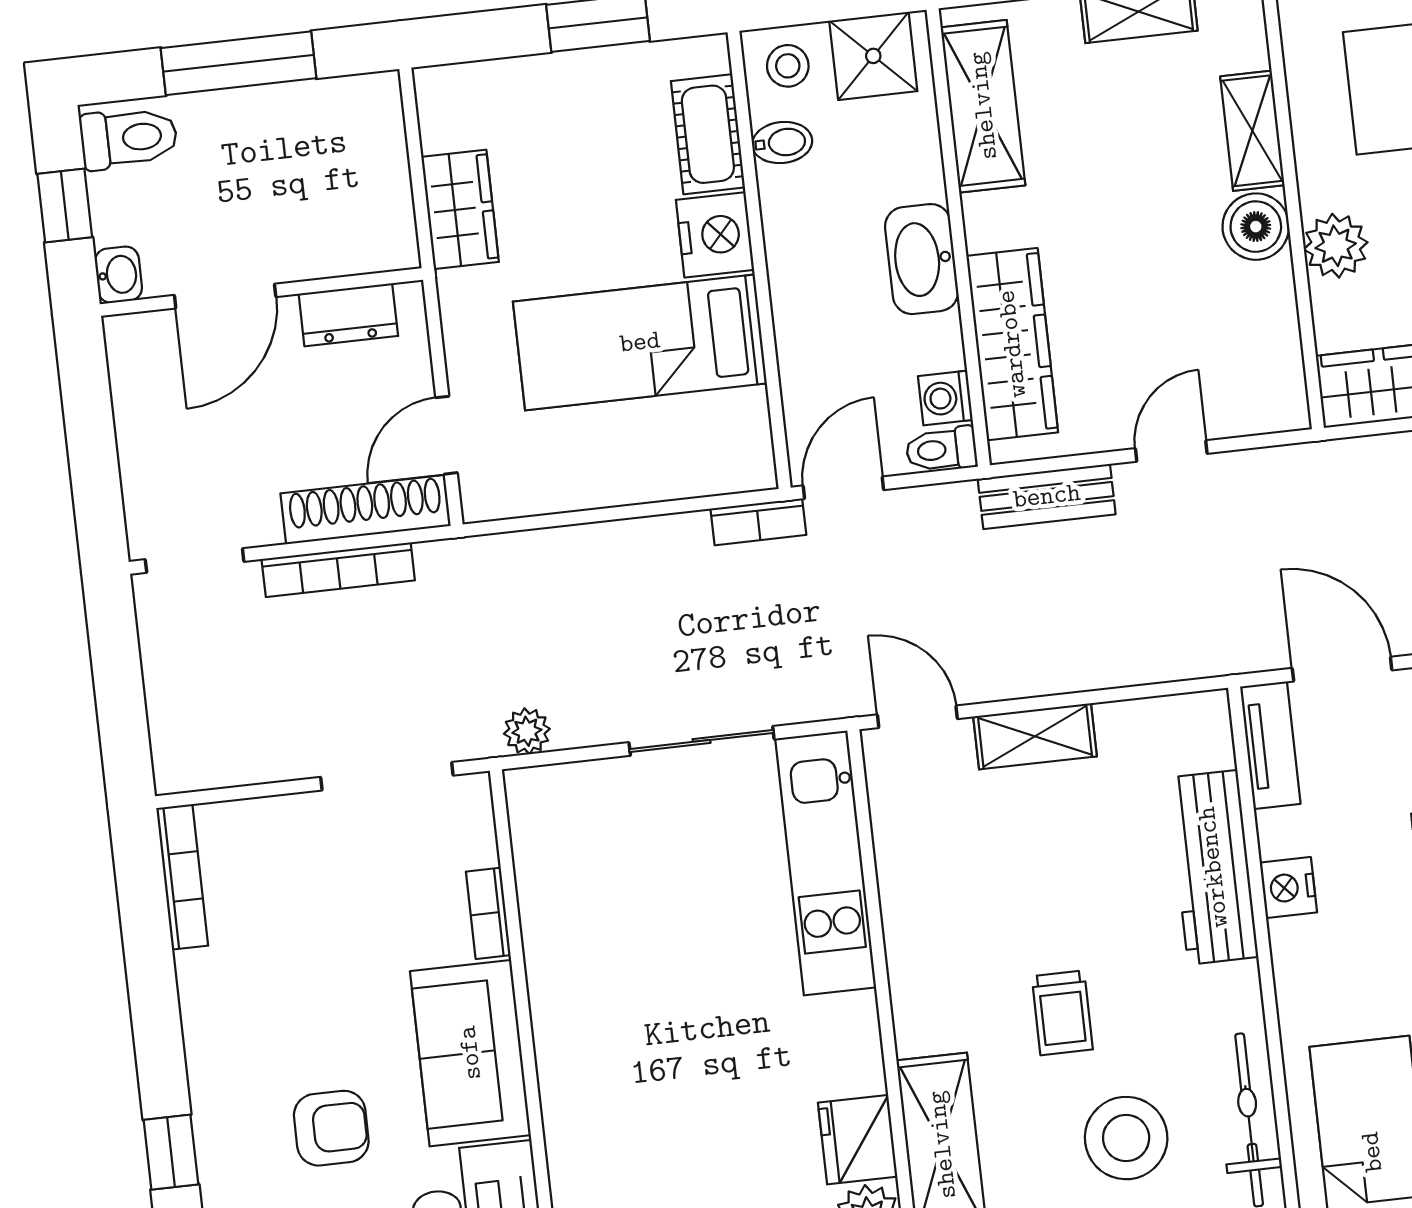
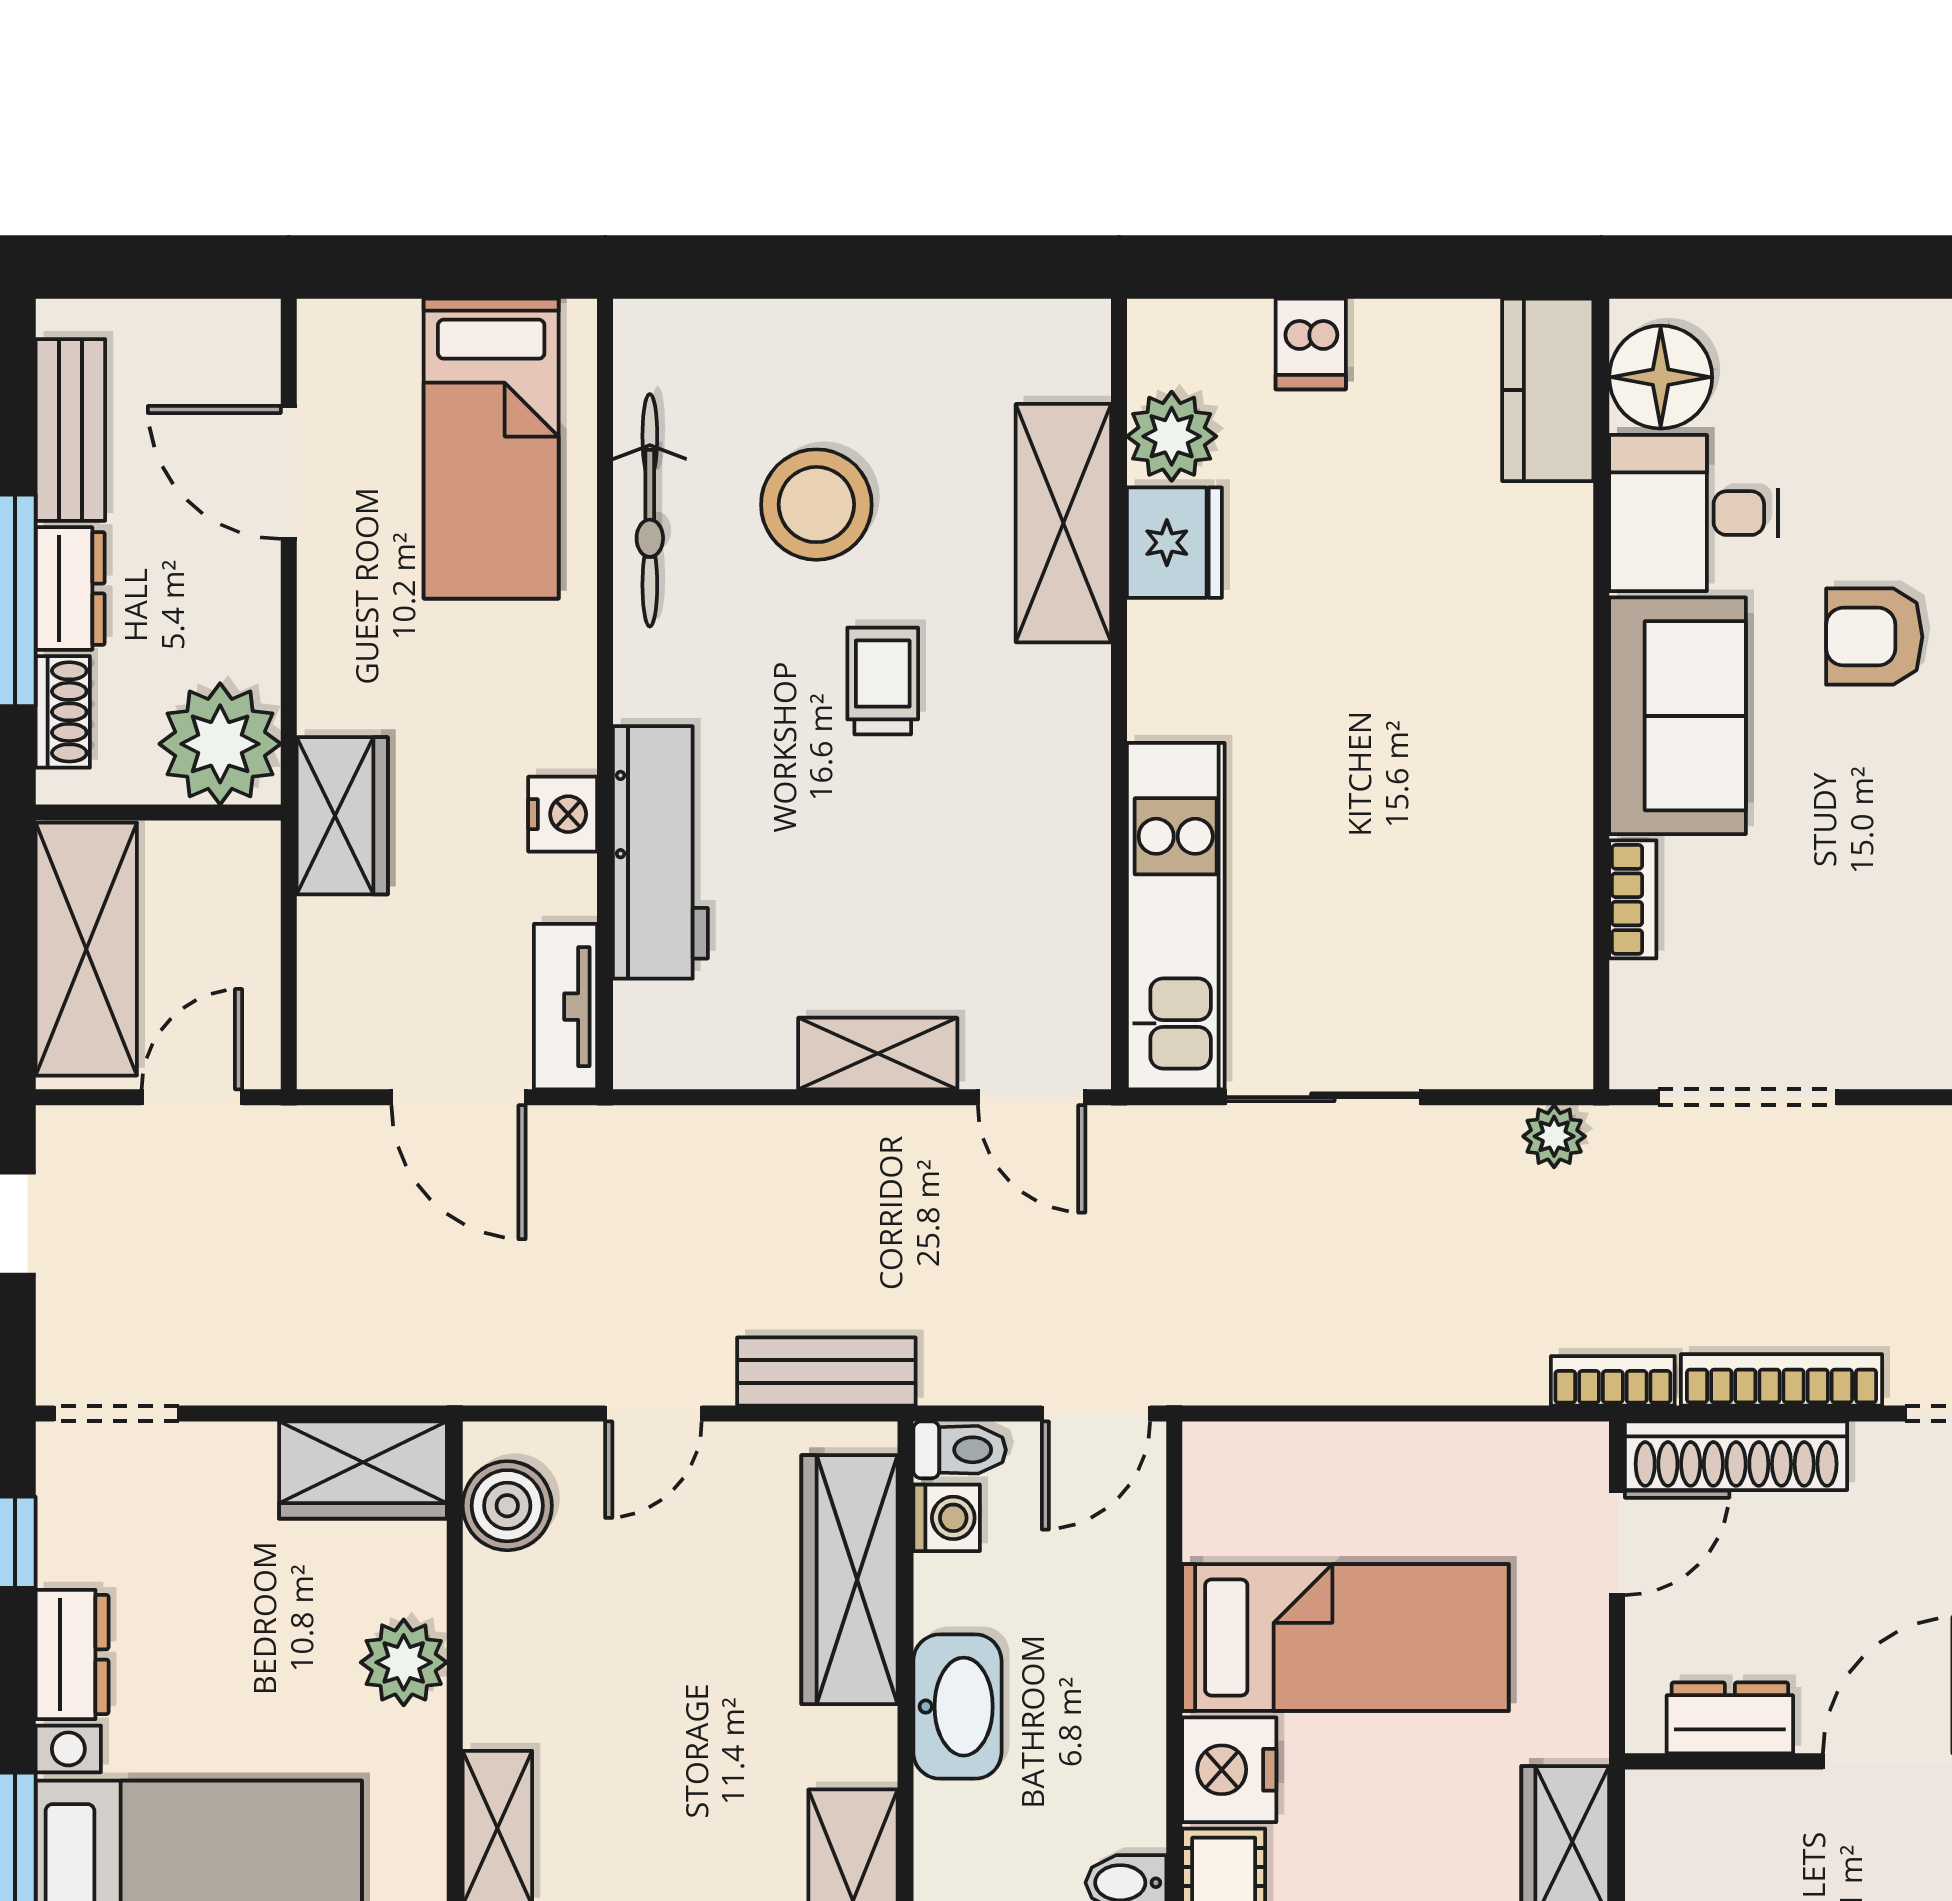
boiler: (1256, 227) -> (507, 1506), moved
bookcase: (758, 522) -> (1613, 1381), moved

